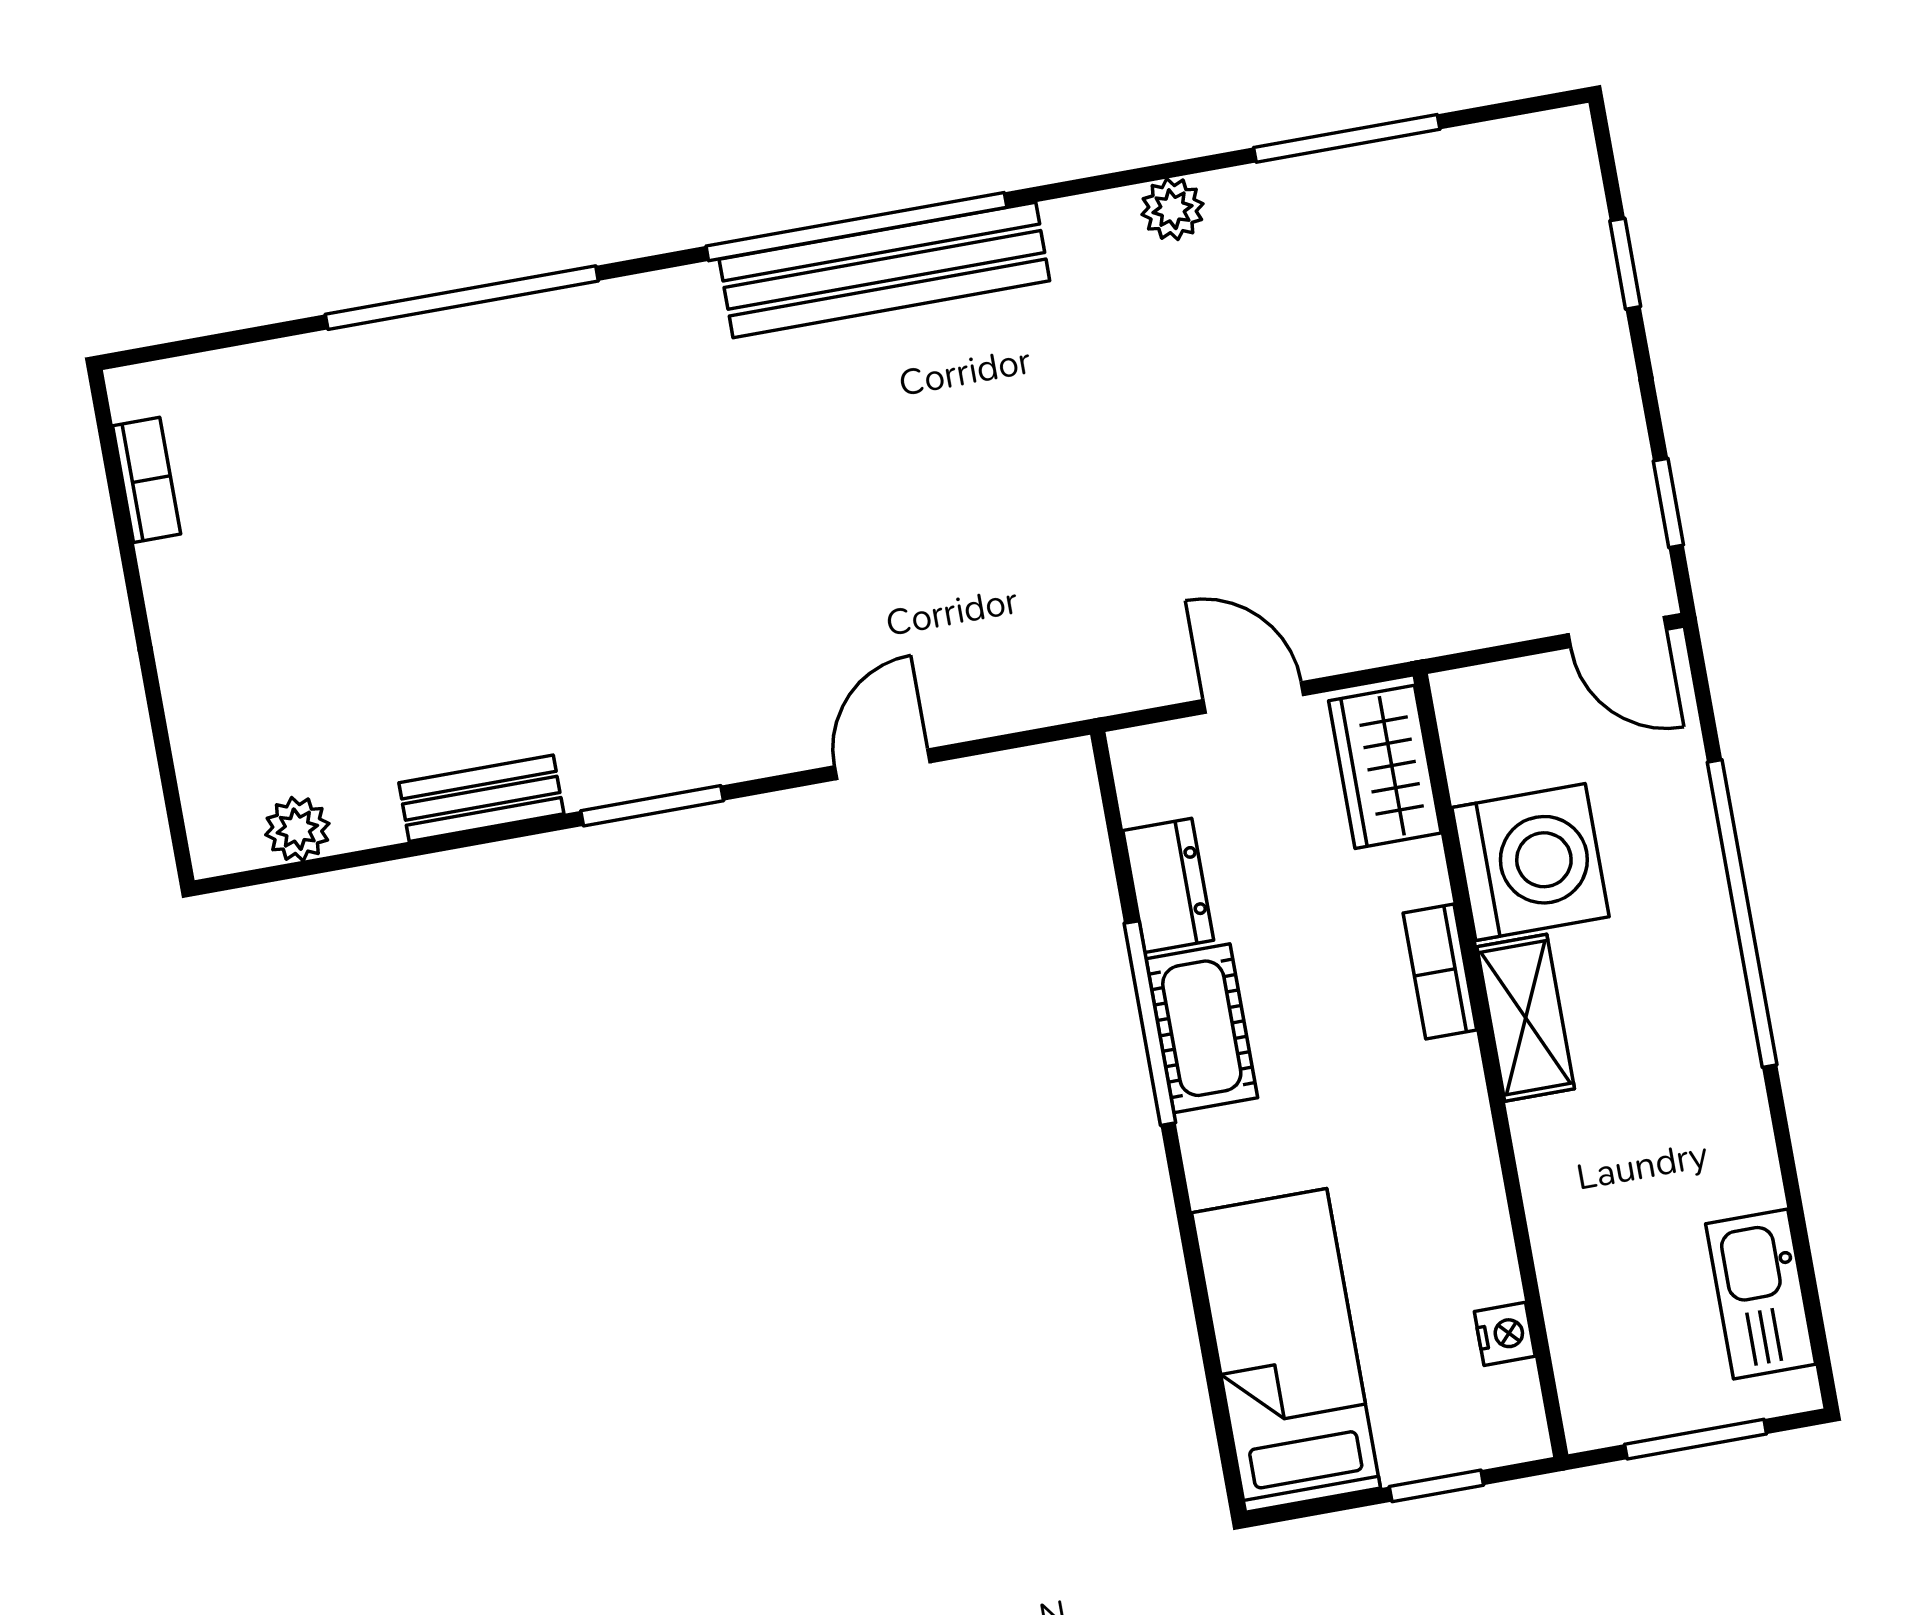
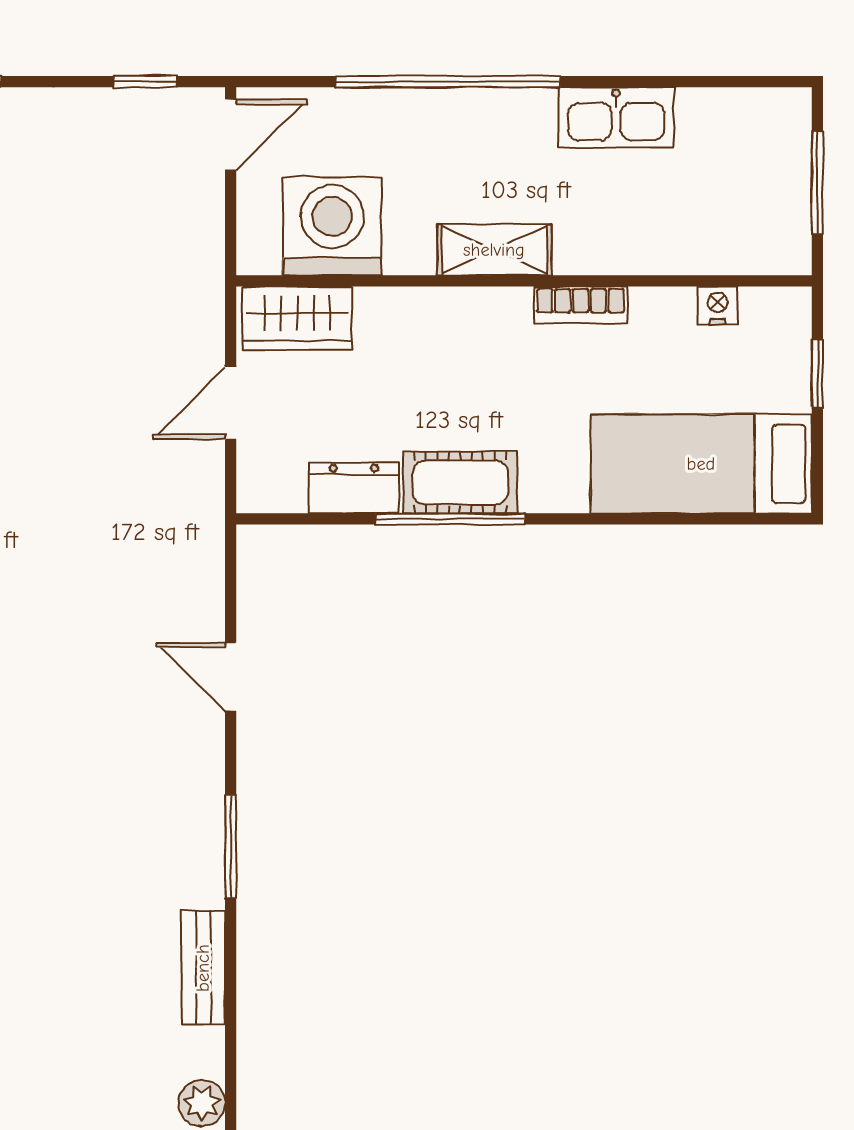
washing machine: (1531, 862) -> (332, 226), moved
bookcase: (1440, 972) -> (581, 305), moved
kitchen sink: (1761, 1294) -> (616, 117), moved

